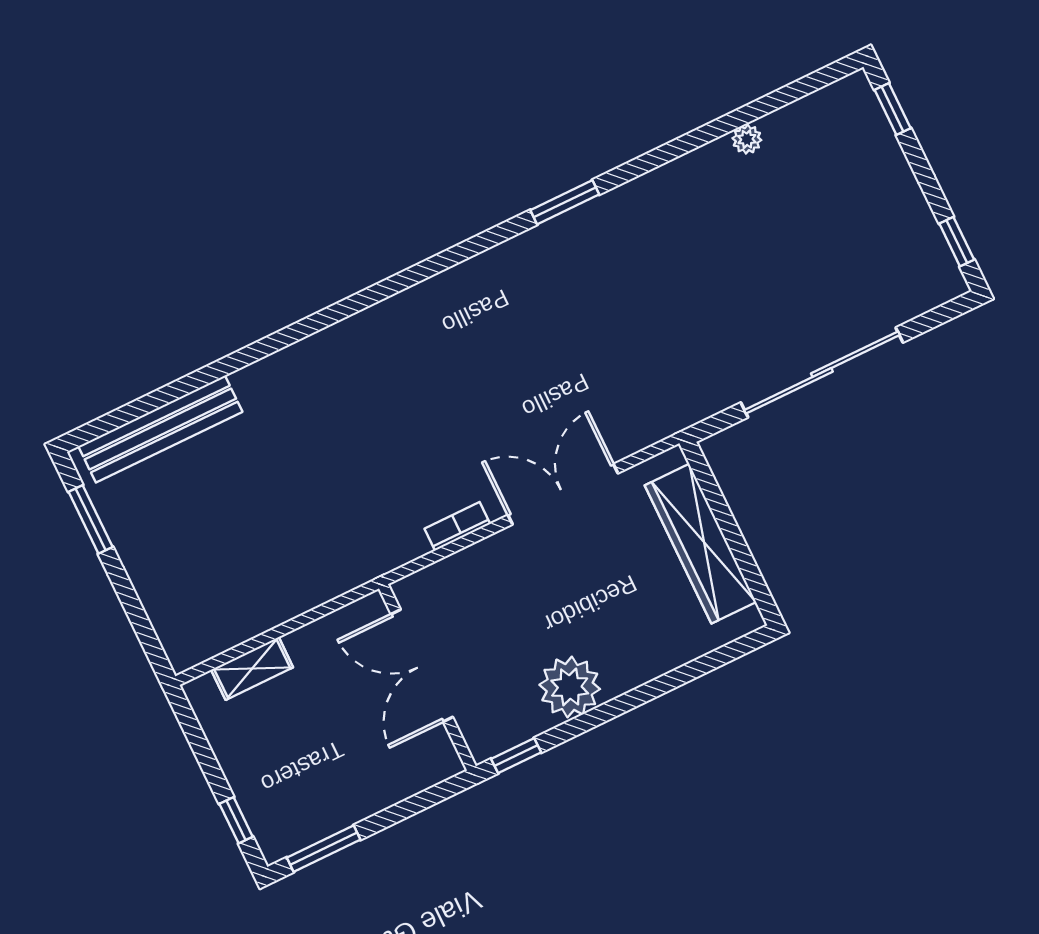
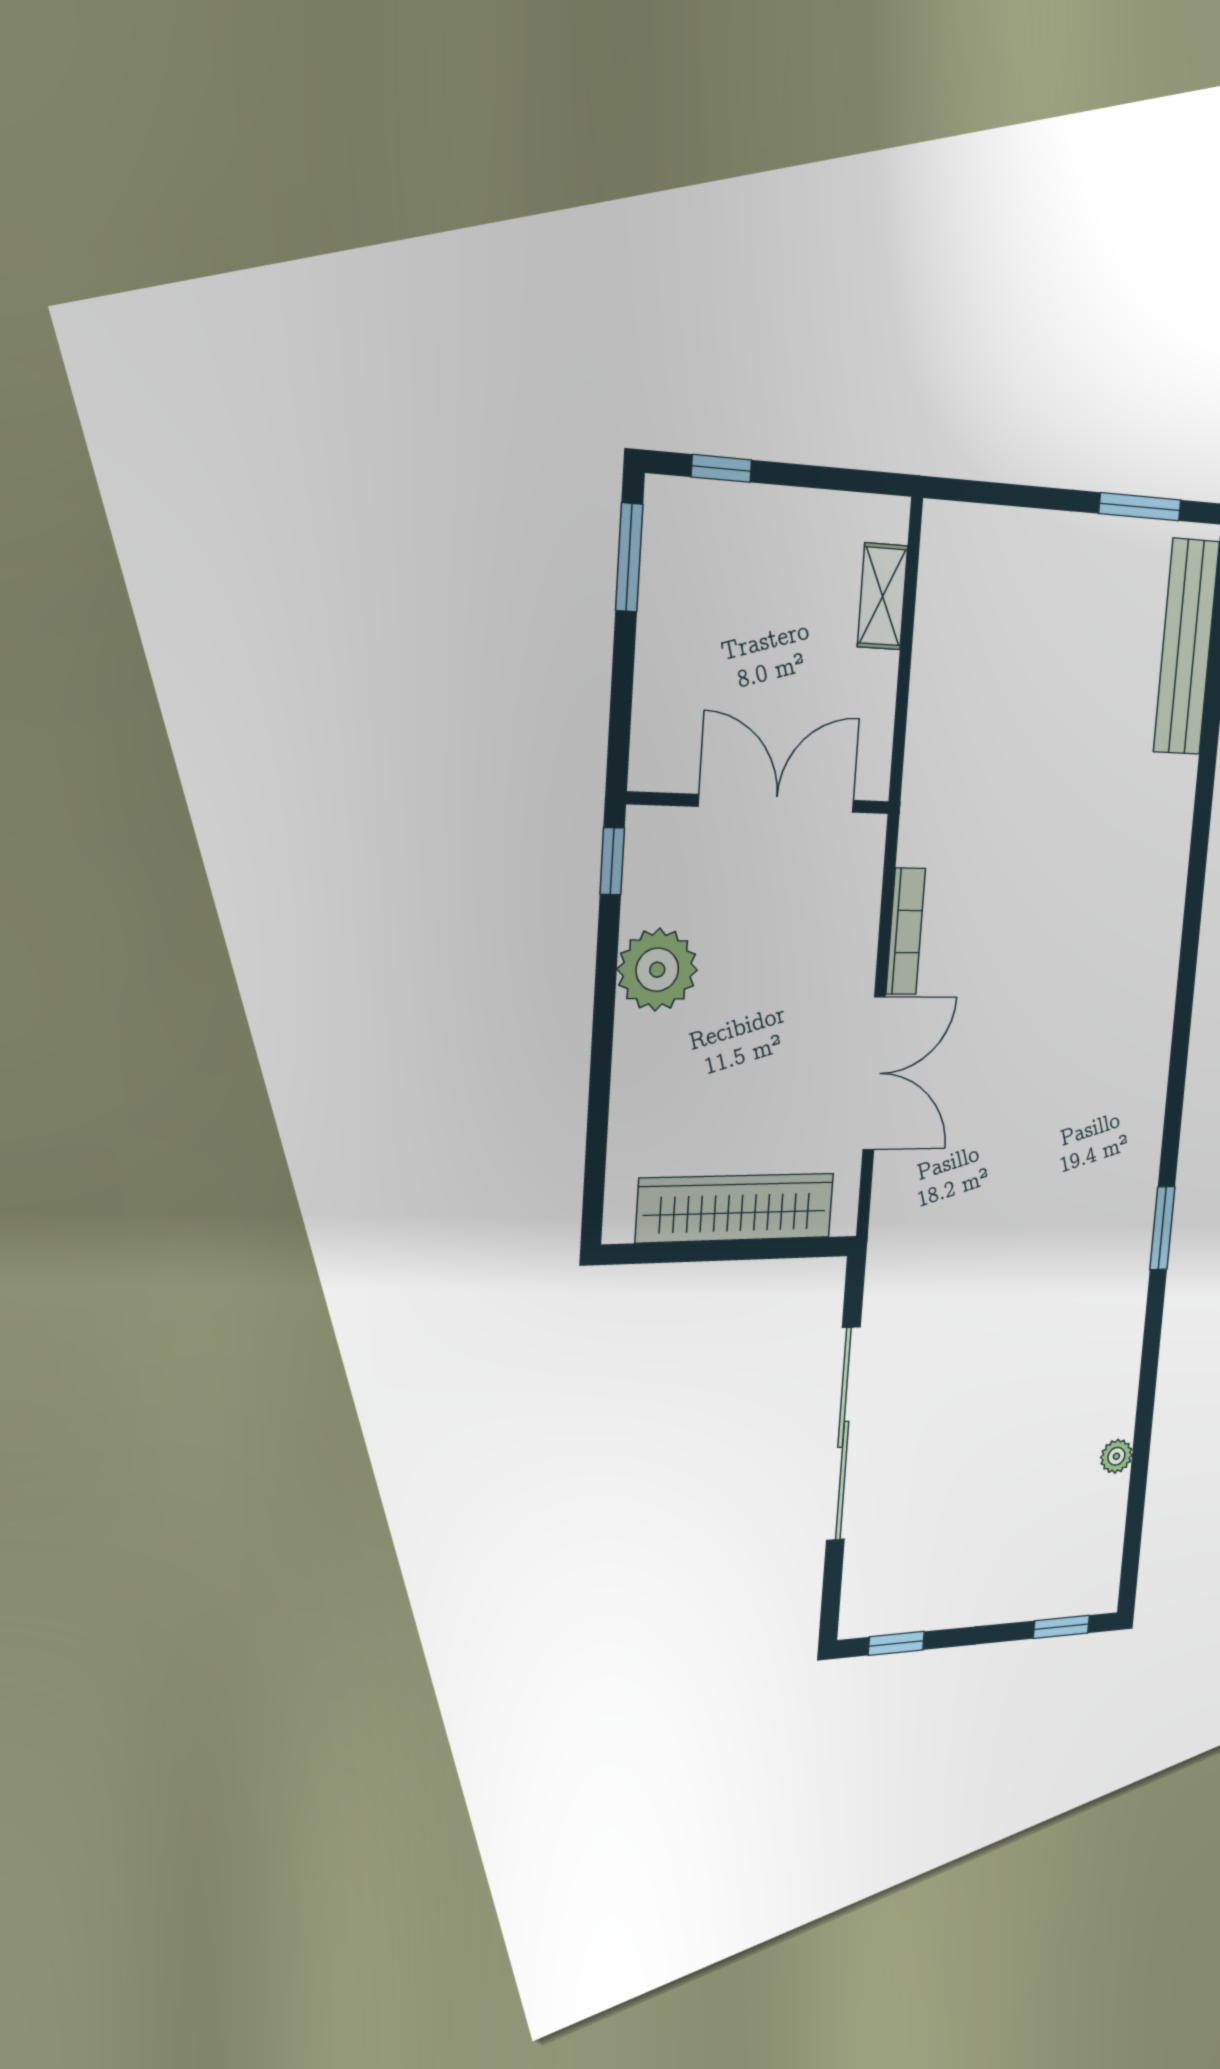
bookcase: (457, 526) -> (906, 931), width x1.56

